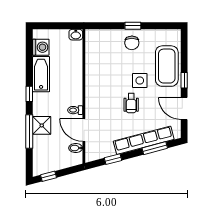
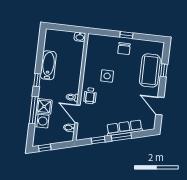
washing machine: (41, 47) -> (42, 121), moved
window: (184, 80) -> (164, 70), moved
side table: (140, 81) -> (107, 76), moved
wheelchair: (131, 103) -> (90, 96), moved
row of seats: (144, 140) -> (124, 128), width x0.73
window: (155, 148) -> (121, 137), moved

